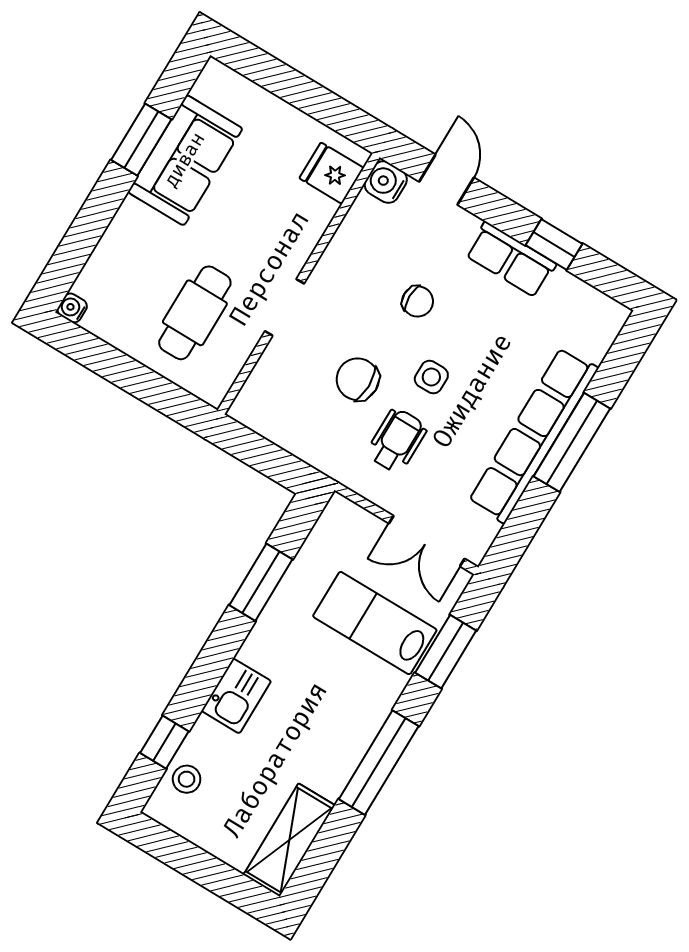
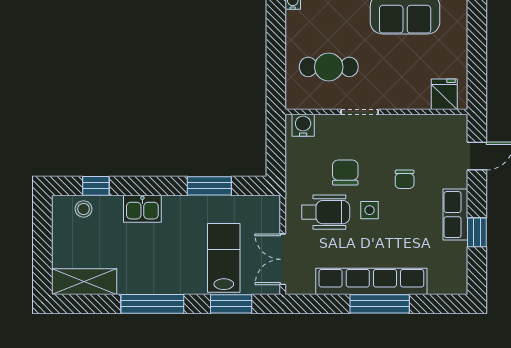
water cooler: (386, 182) -> (303, 125), moved
wheelchair: (397, 441) -> (326, 212), width x1.36, depth x1.37

